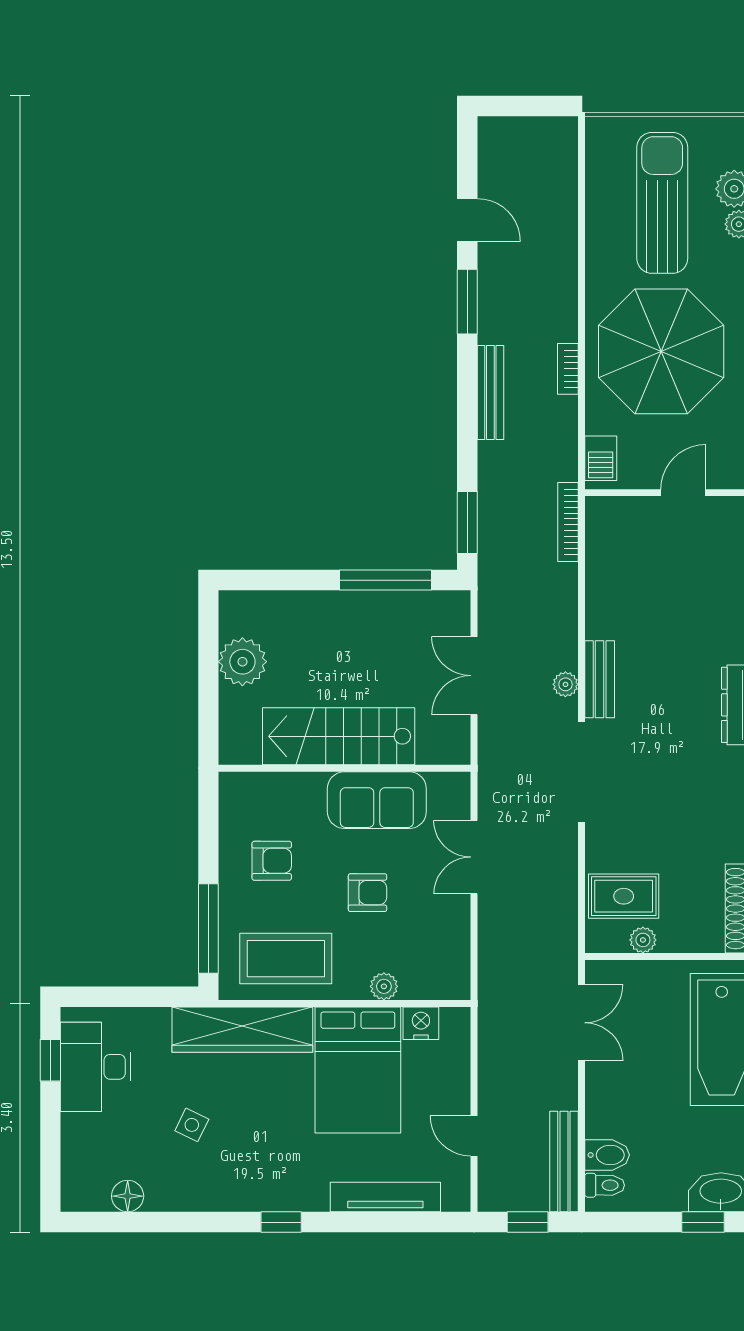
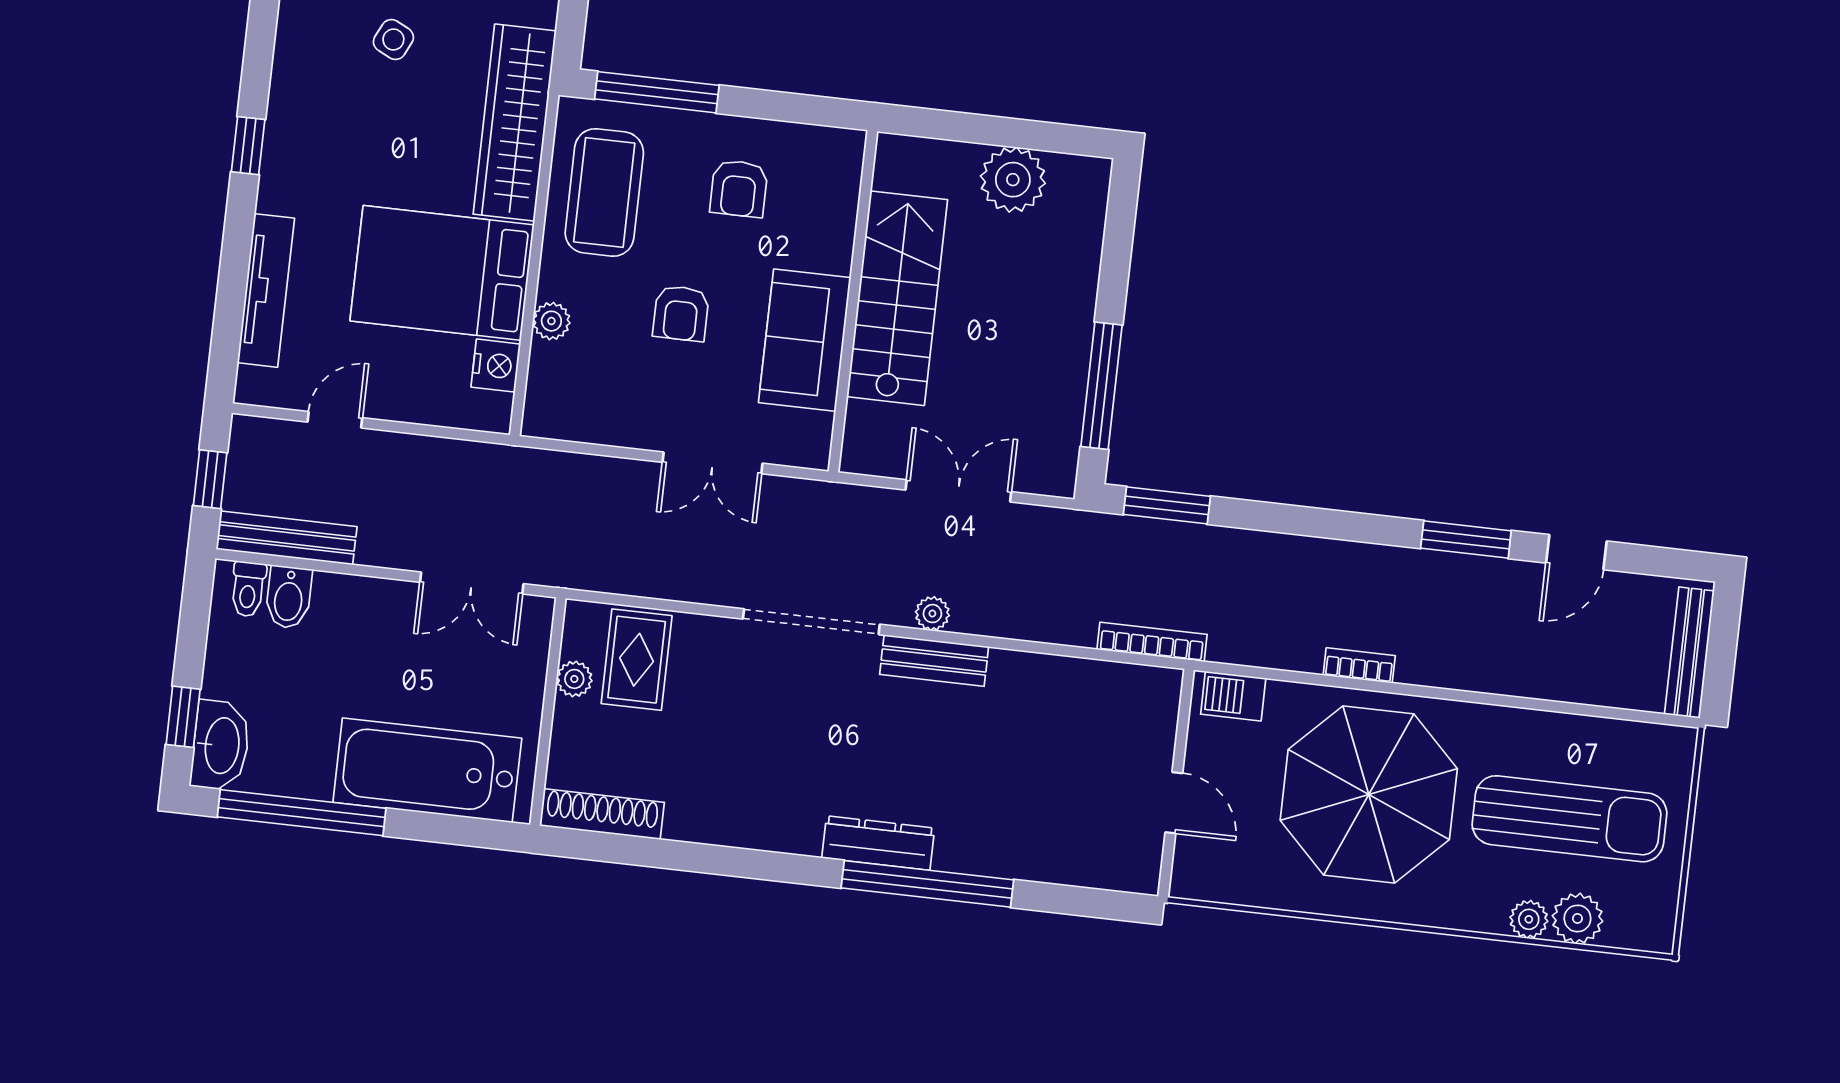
bench: (490, 393) -> (1689, 653), moved, turned 90
double door: (474, 857) -> (713, 463), swing flipped

